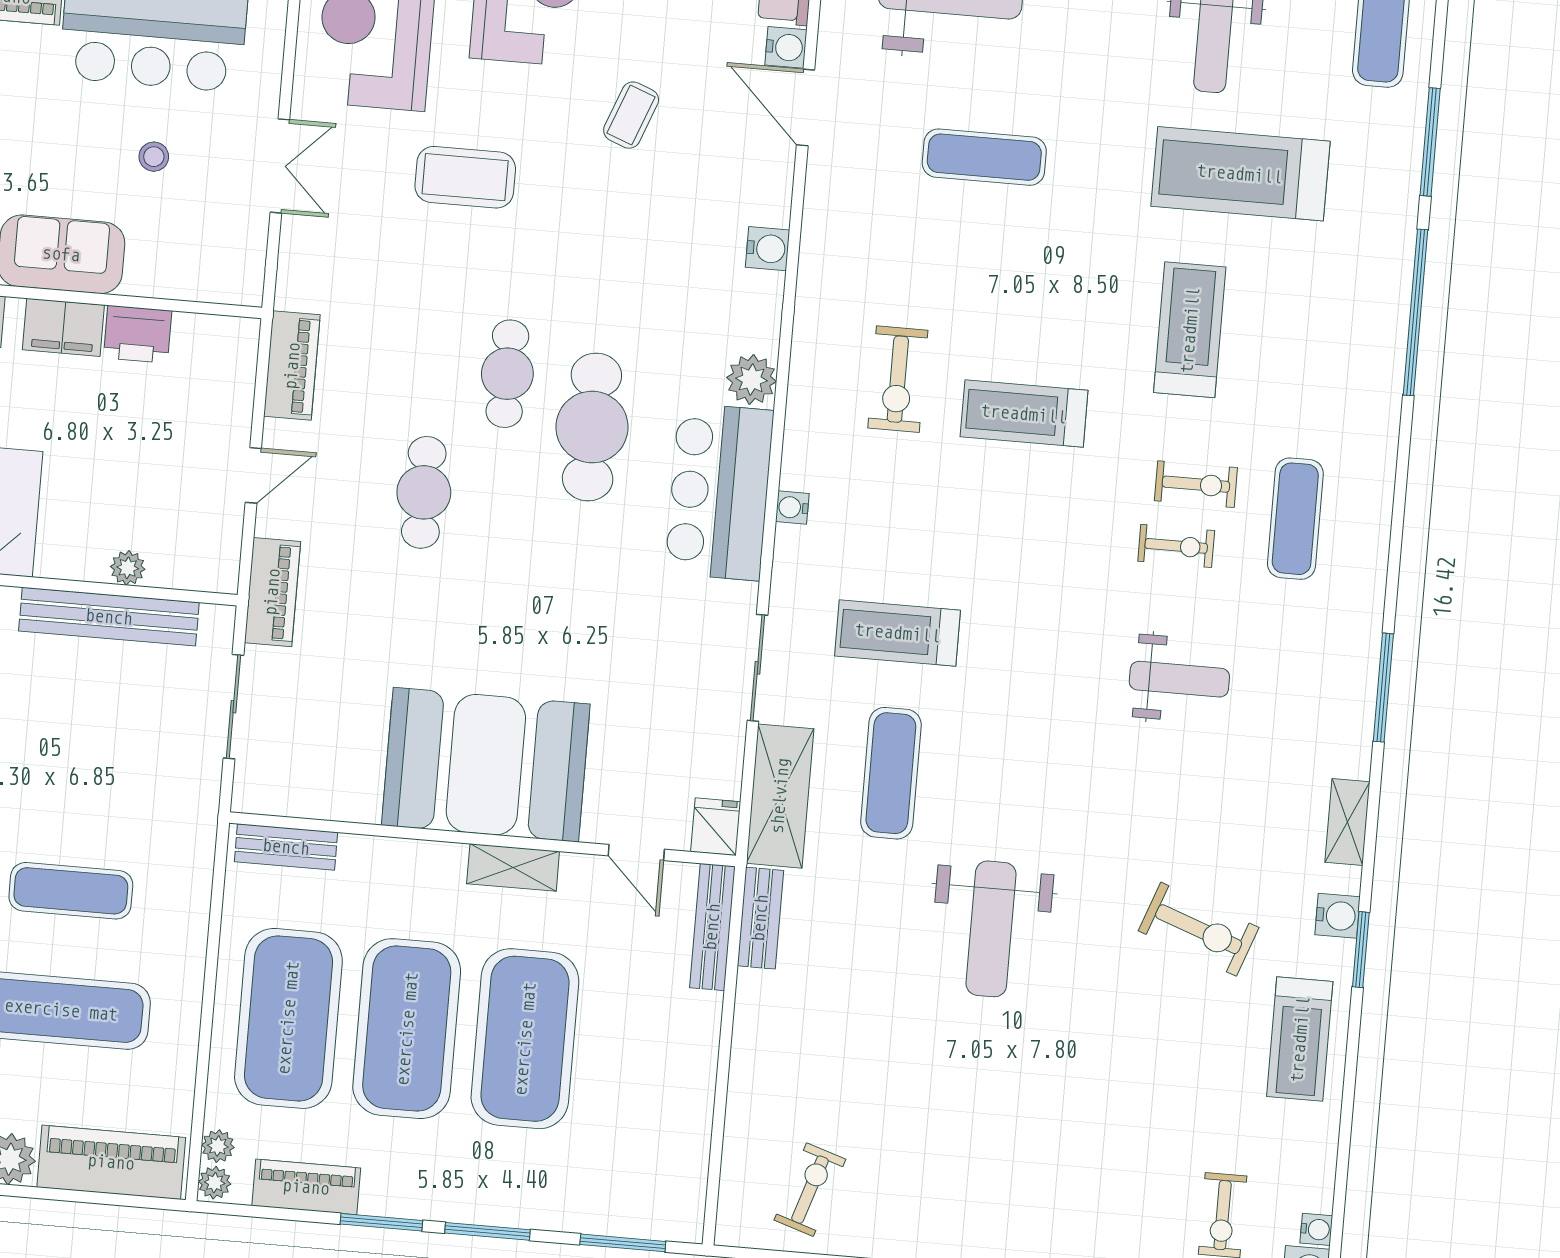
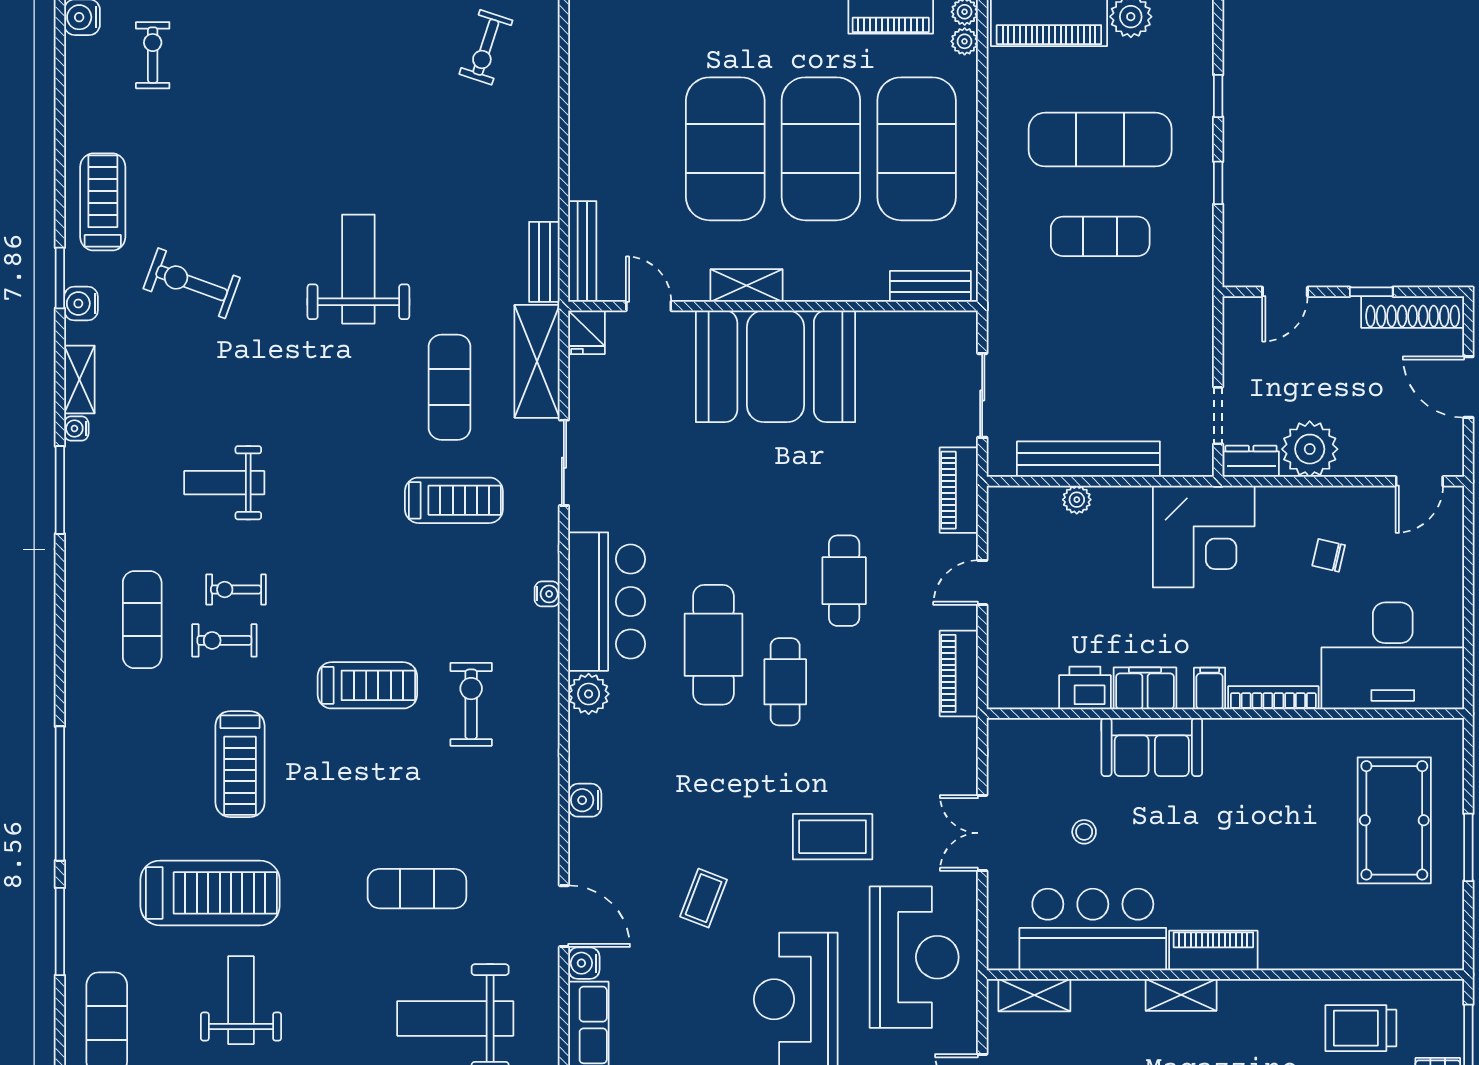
water cooler: (1316, 1229) -> (76, 428), moved

